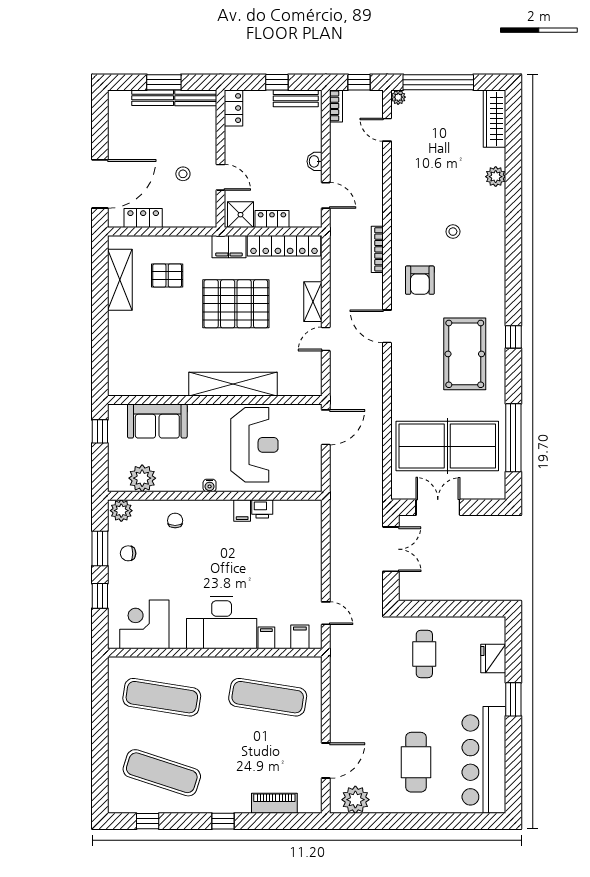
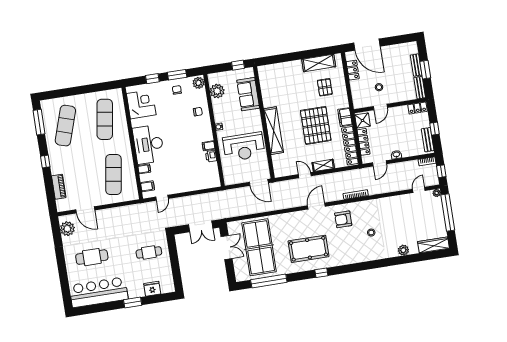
locker: (272, 219) -> (364, 142), width x1.53
window: (148, 821) -> (39, 122), width x2.17

